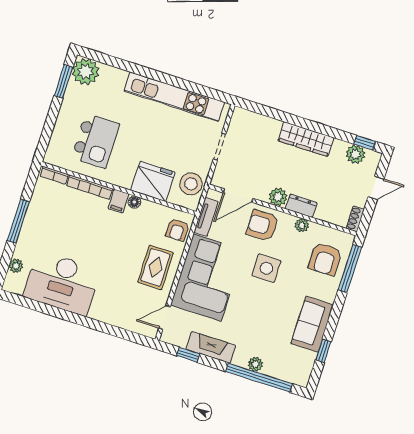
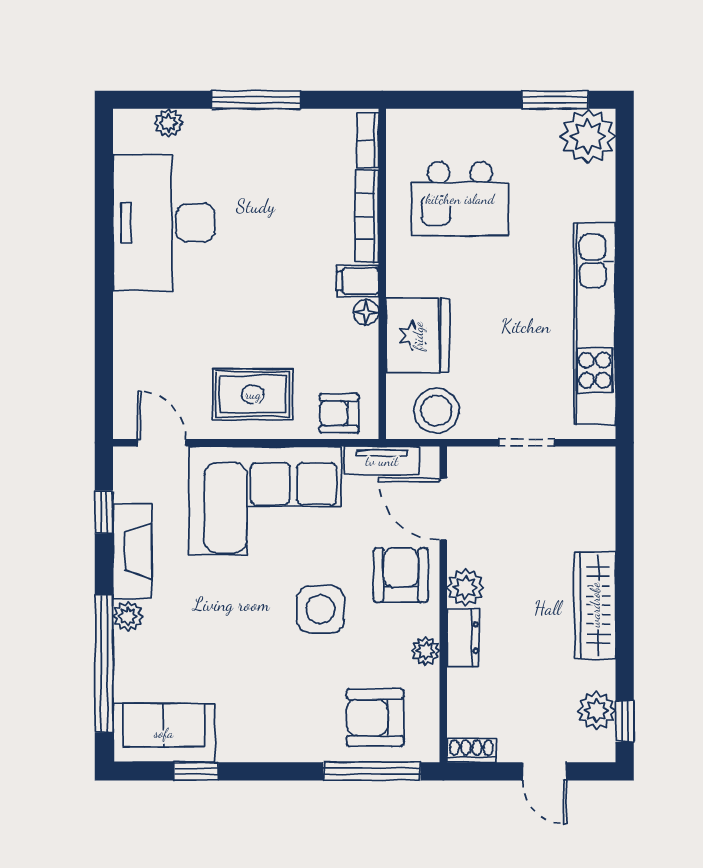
sofa: (312, 324) -> (164, 733), moved
plant: (255, 364) -> (128, 616), moved

